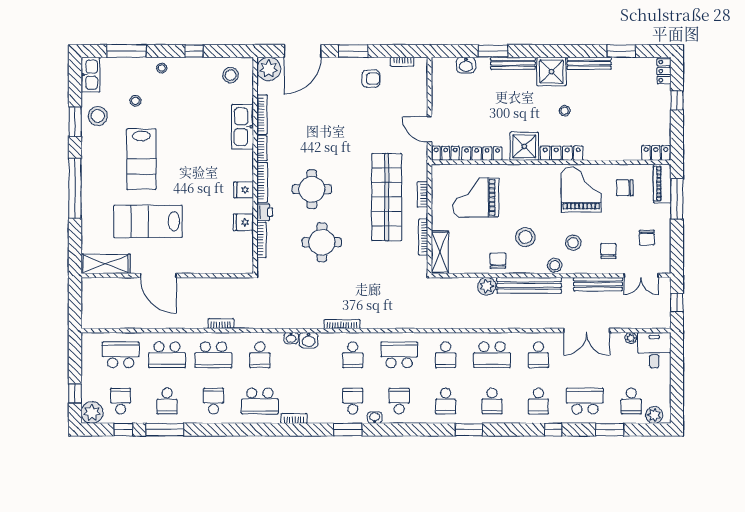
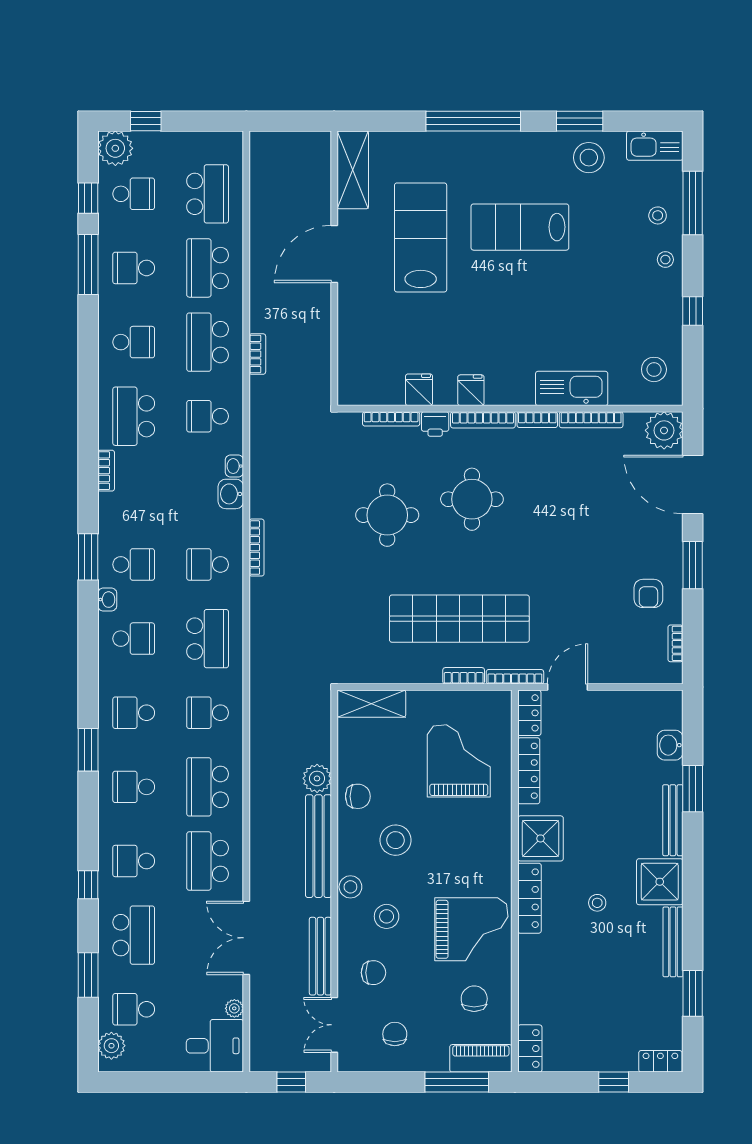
stool: (135, 101) -> (658, 215), moved
bookcase: (423, 237) -> (515, 677), moved
chair: (647, 238) -> (395, 1034), turned 90
school desk: (538, 355) -> (208, 861), width x1.85

